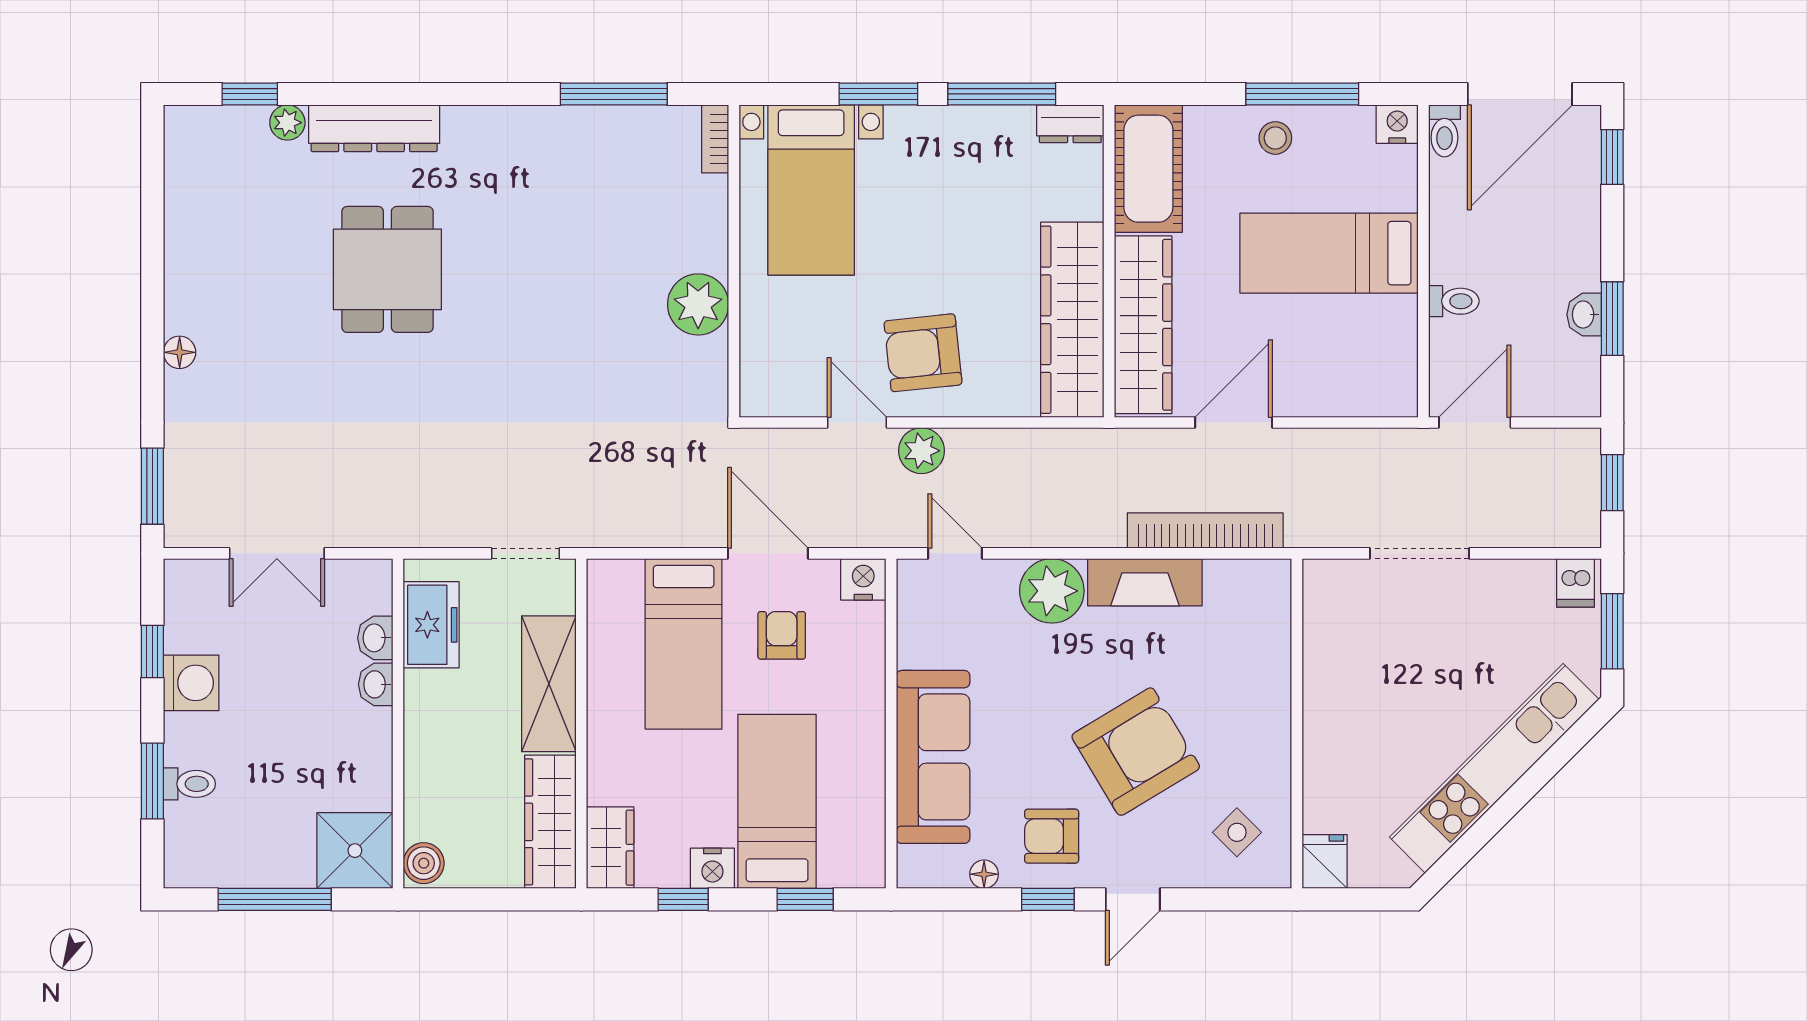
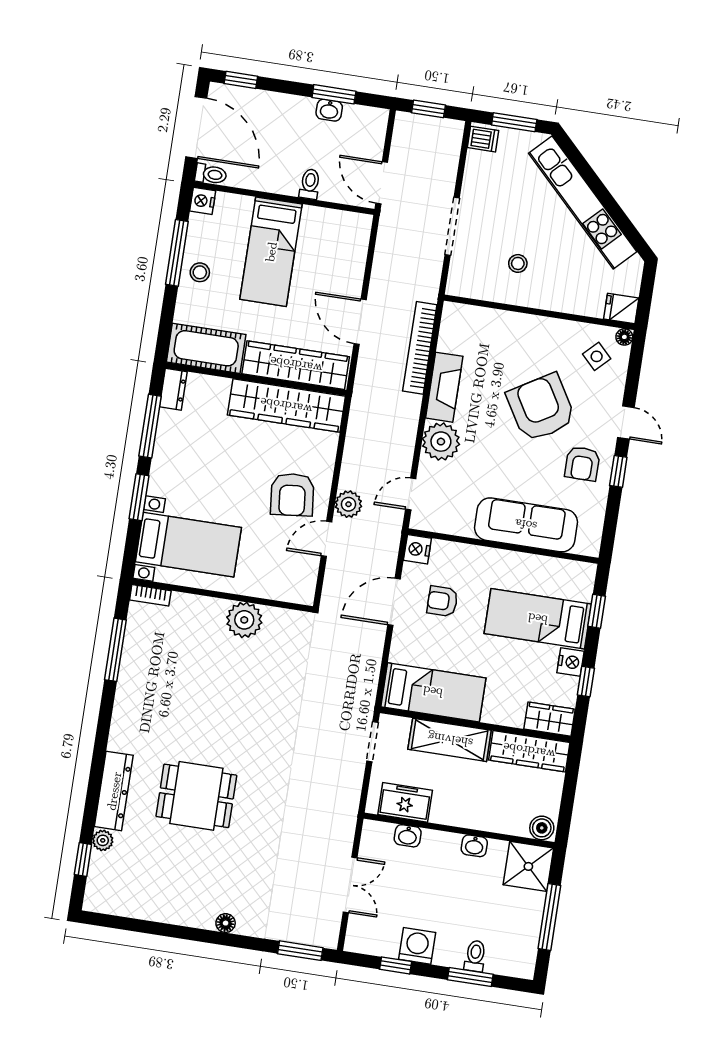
bed: (684, 644) -> (433, 692), moved
stool: (1374, 675) -> (518, 263), added
washbasin: (376, 684) -> (474, 846), moved
floor lamp: (984, 874) -> (624, 337), moved

